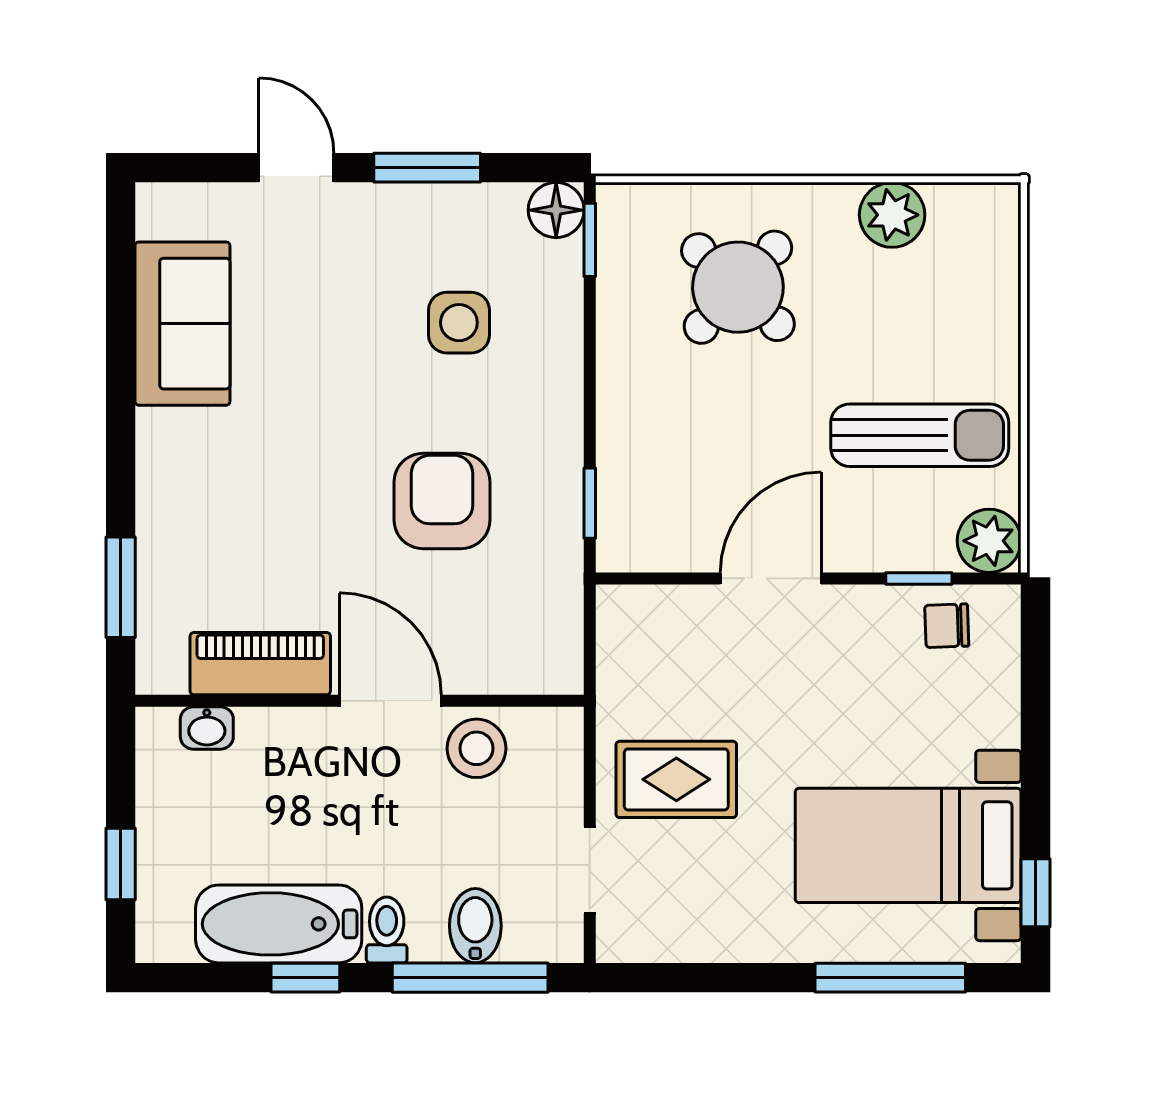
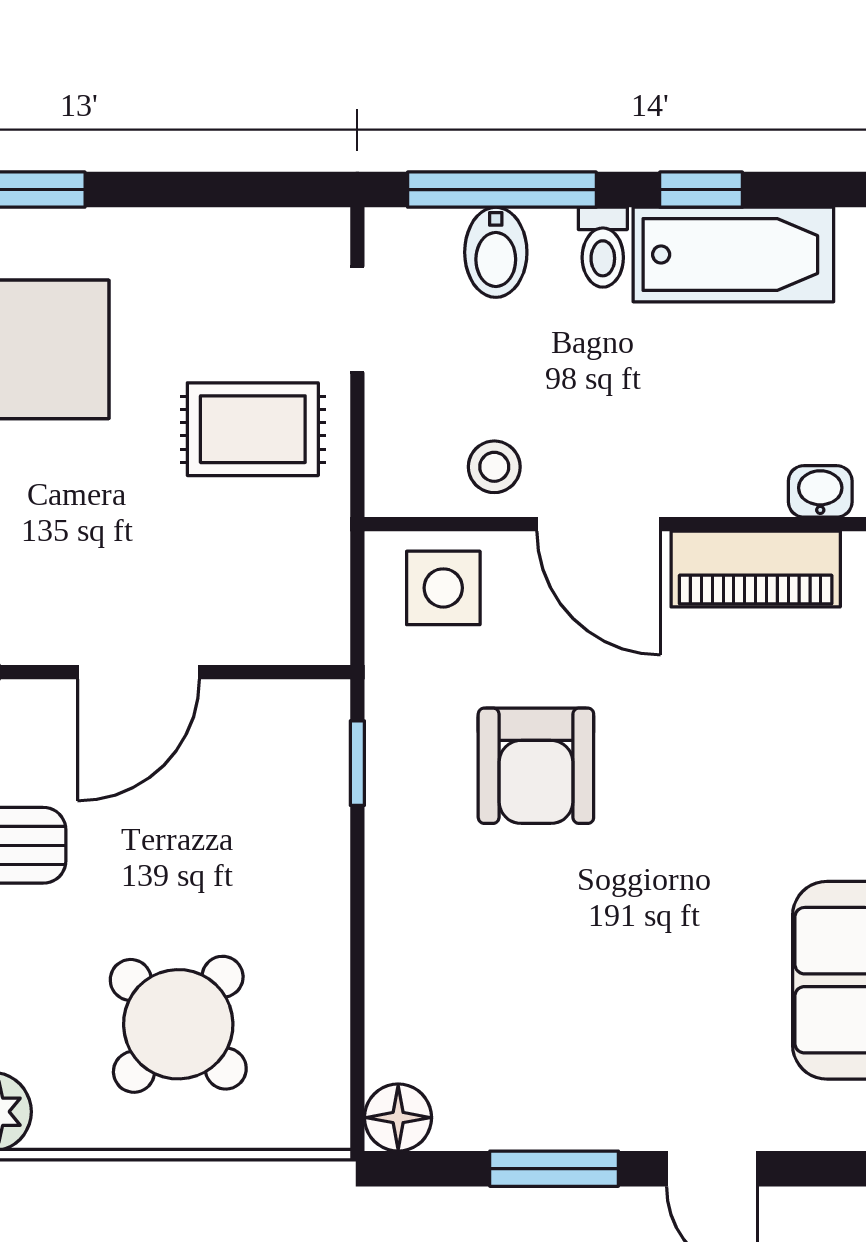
window: (590, 240) -> (357, 1081), removed
side table: (459, 323) -> (443, 588), moved
stool: (477, 748) -> (494, 467), width x0.73, depth x0.73

